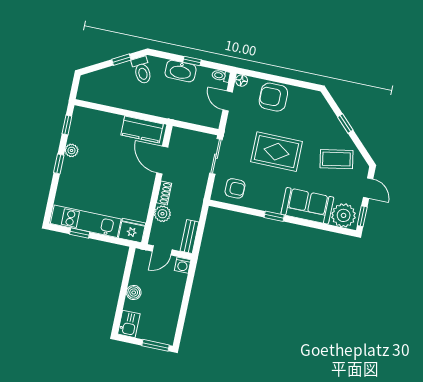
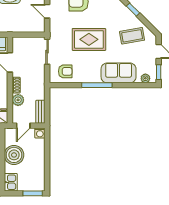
plant: (344, 215) -> (145, 78), width x0.53, depth x0.53
window: (274, 216) -> (97, 85), width x2.17
boiler: (134, 292) -> (14, 155), width x1.86, depth x1.86

